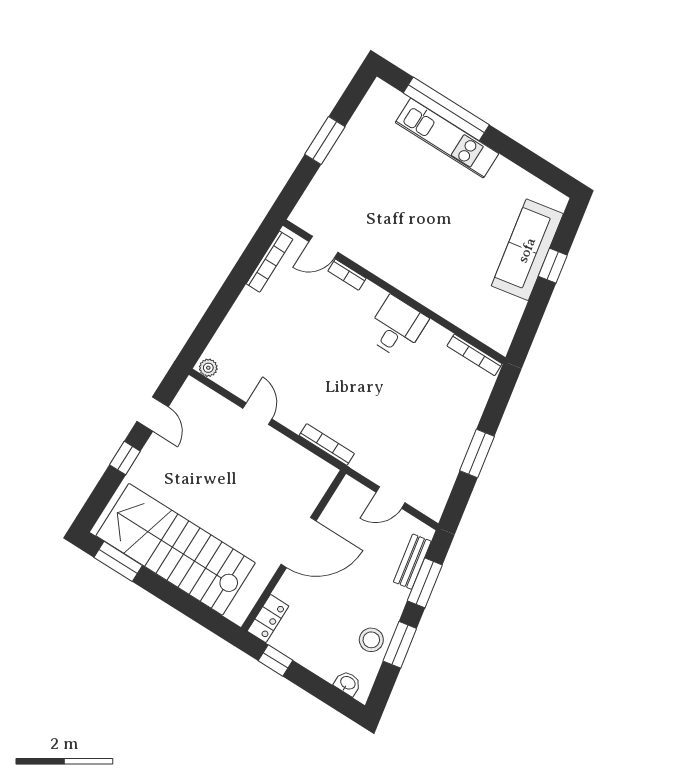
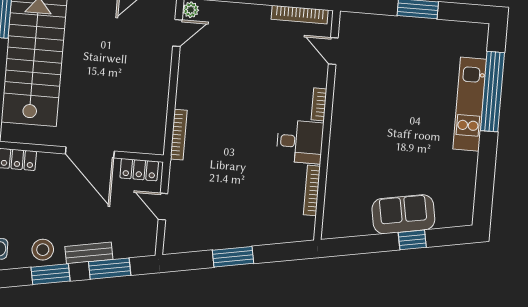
sofa: (527, 250) -> (403, 214), width x0.73
bookcase: (347, 275) -> (319, 104), moved
bookcase: (474, 355) -> (312, 190), moved
door: (257, 414) -> (177, 33), moved
locker: (341, 502) -> (139, 170), added
bench: (412, 562) -> (89, 253), moved

